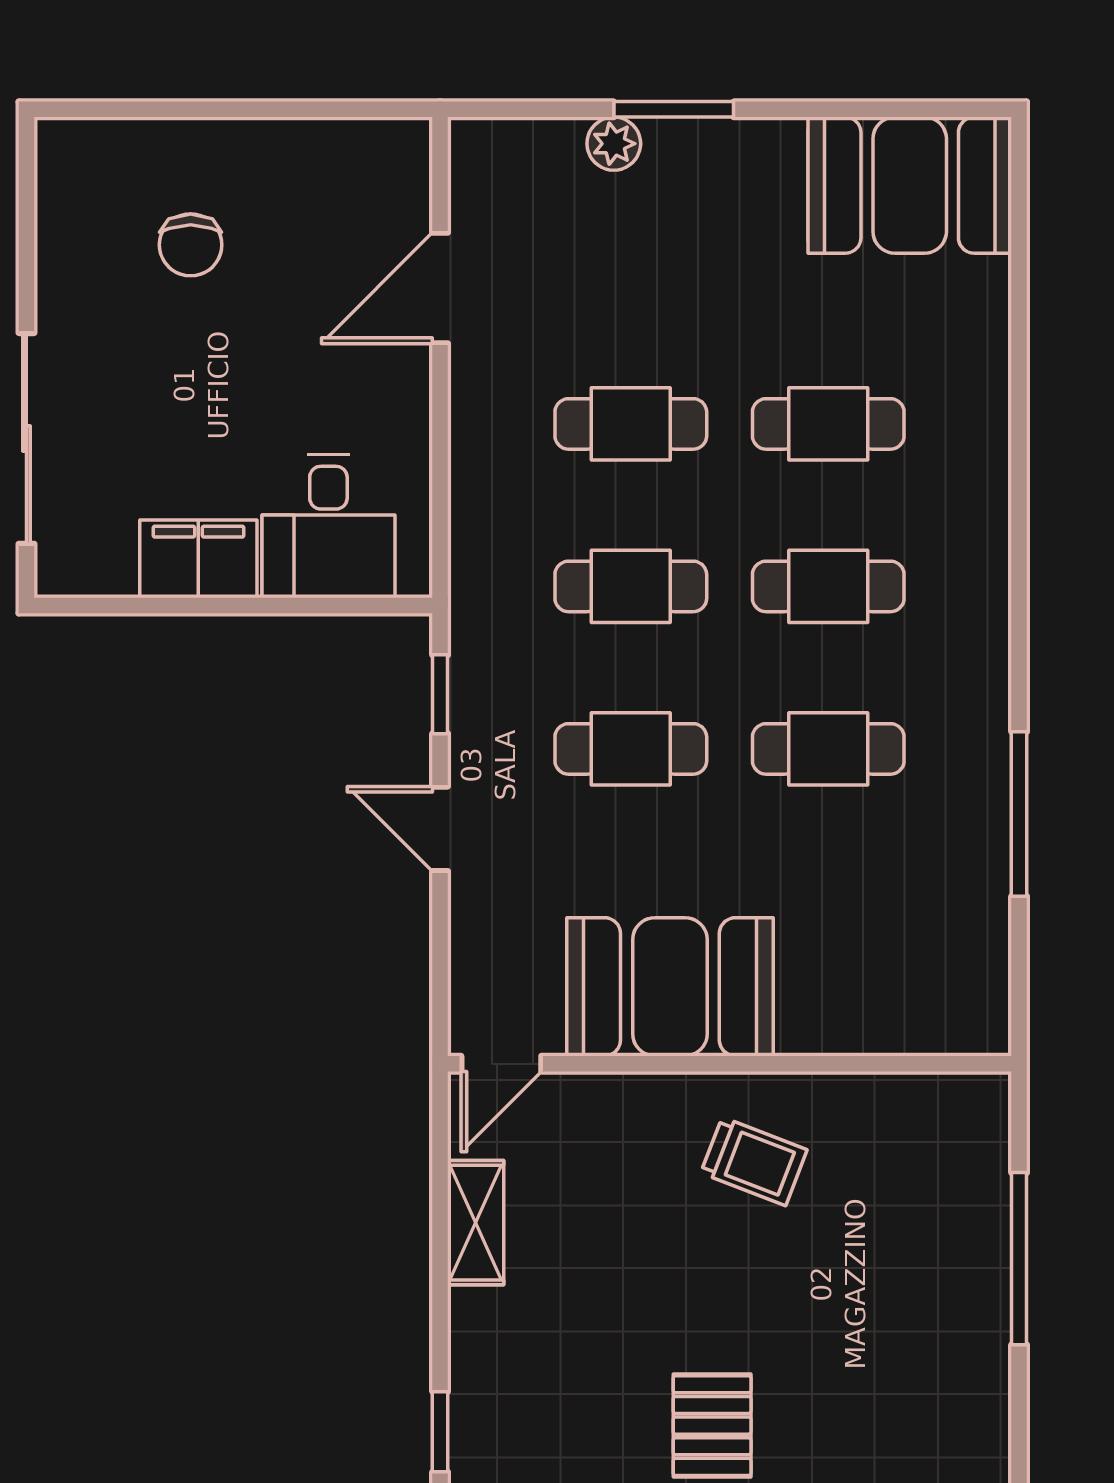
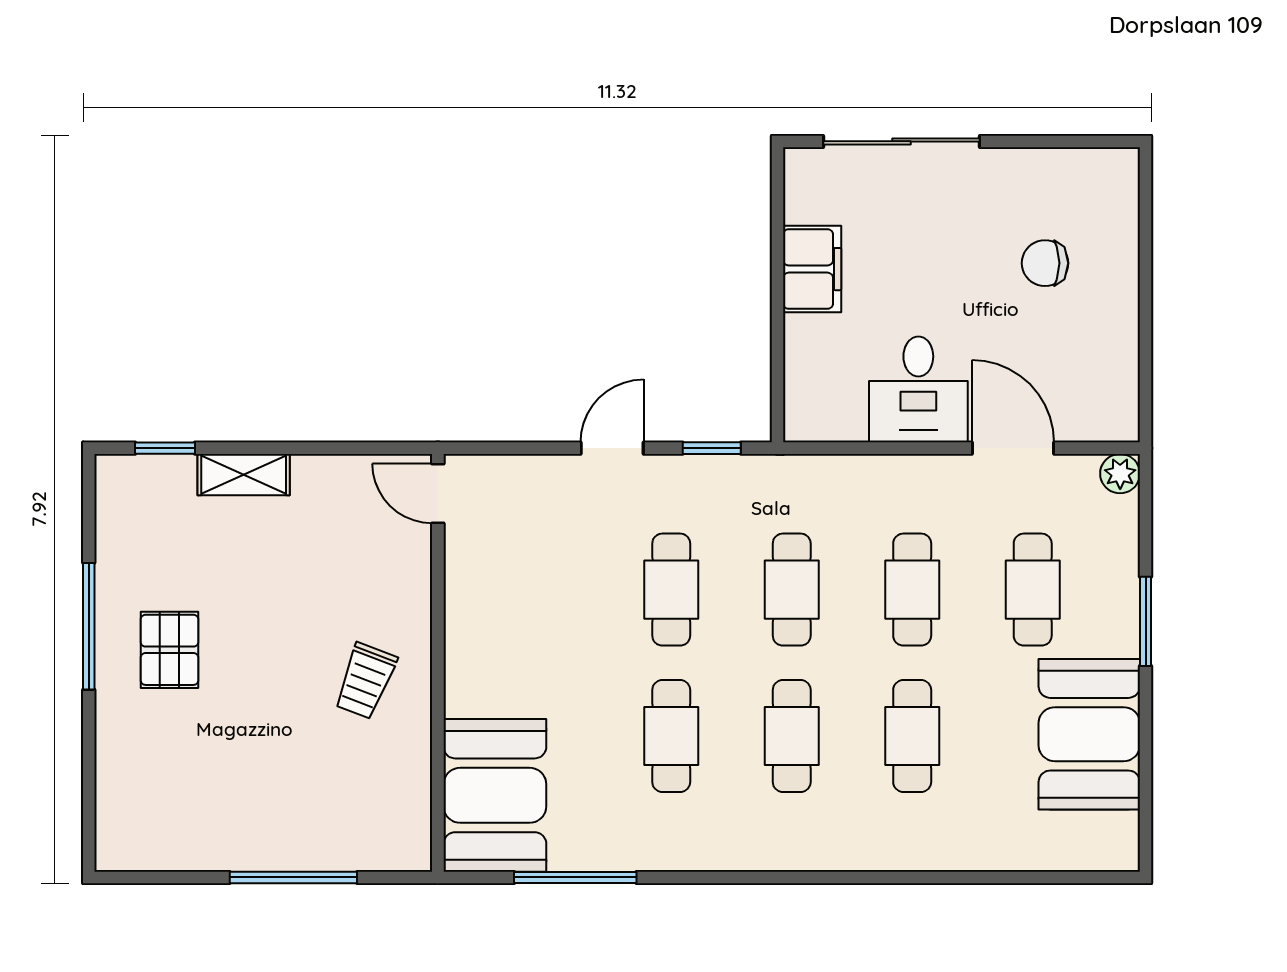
plant: (614, 144) -> (1120, 474), moved
booth: (910, 185) -> (1089, 734), moved
cafe table: (631, 261) -> (1033, 590), added
desk: (328, 526) -> (918, 389), moved, turned -90
window: (1019, 814) -> (575, 877), moved
booth: (670, 987) -> (495, 795), moved
shelving: (476, 1223) -> (244, 475), moved
pallet: (712, 1426) -> (169, 650), turned 90

